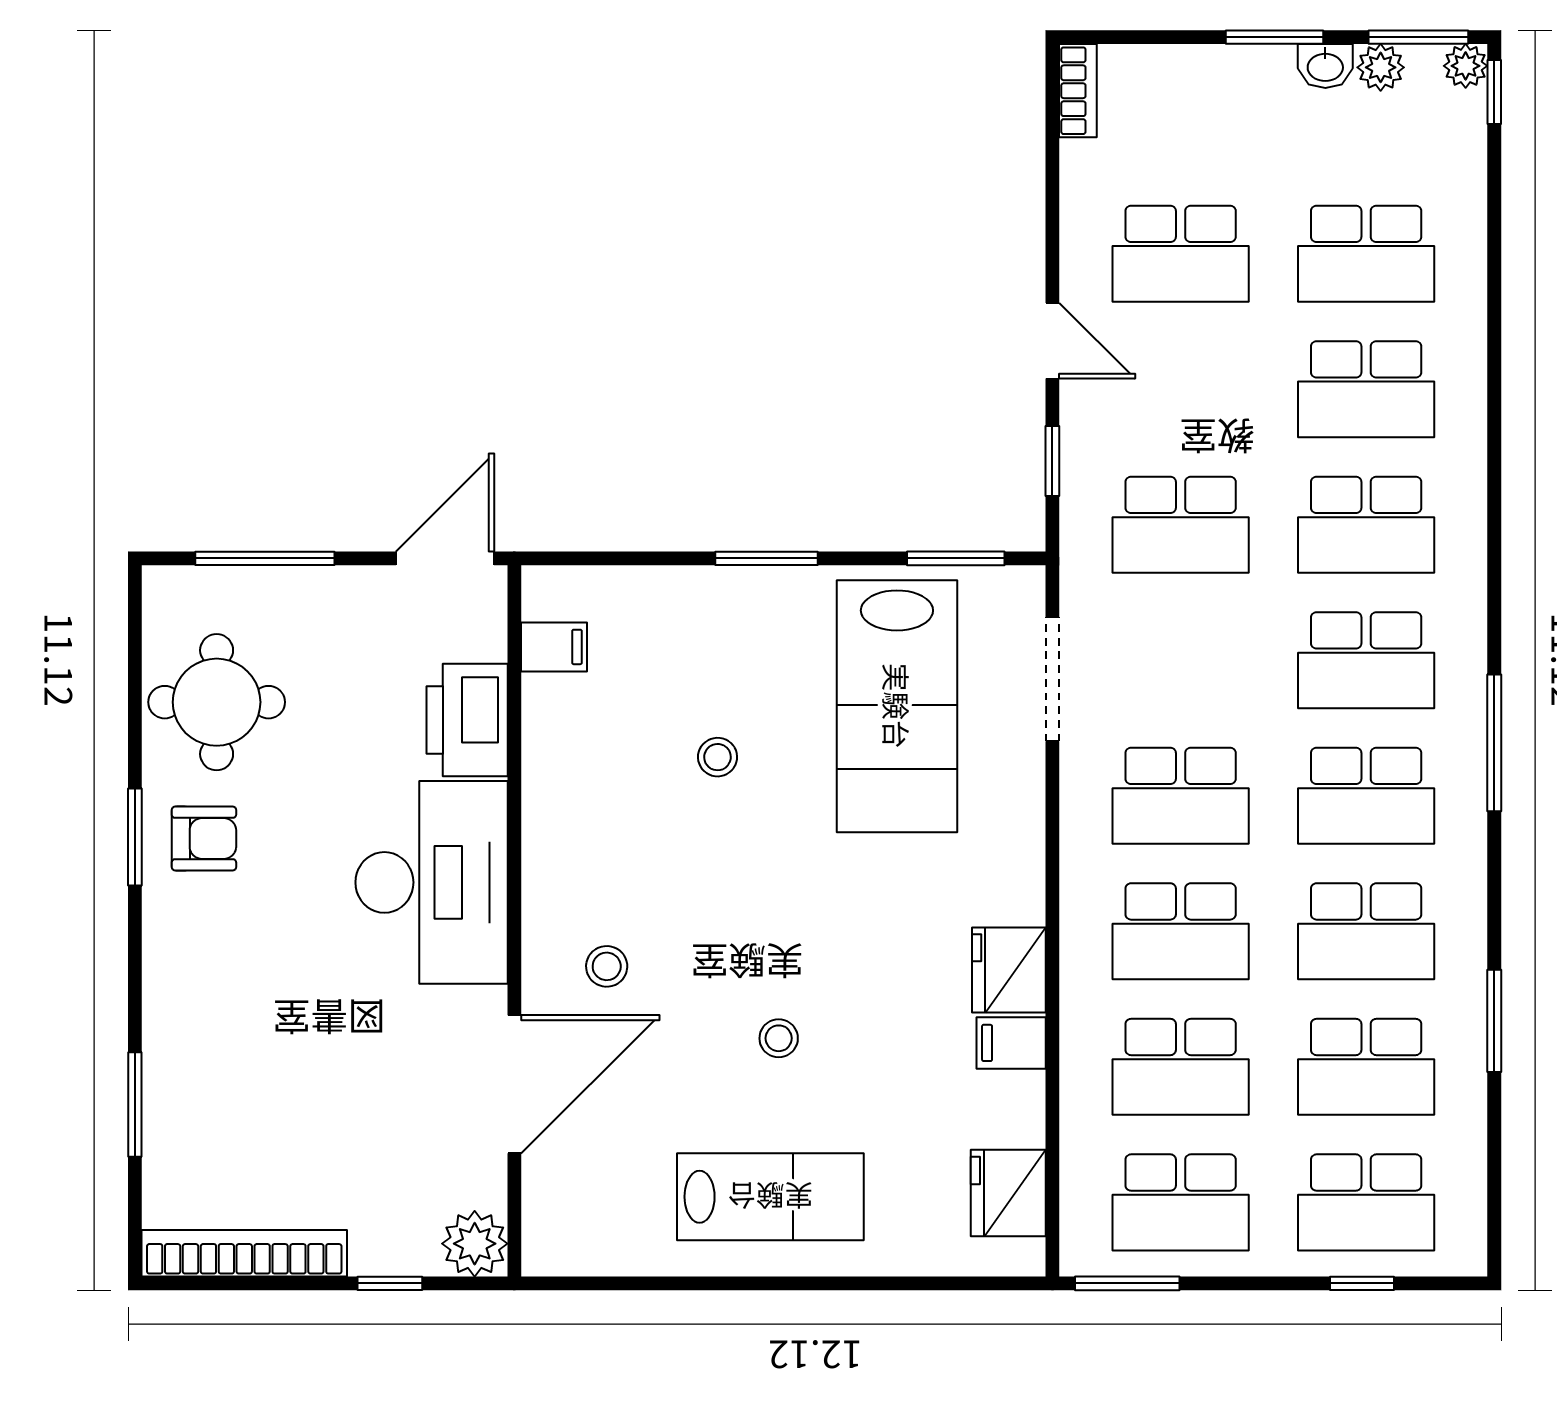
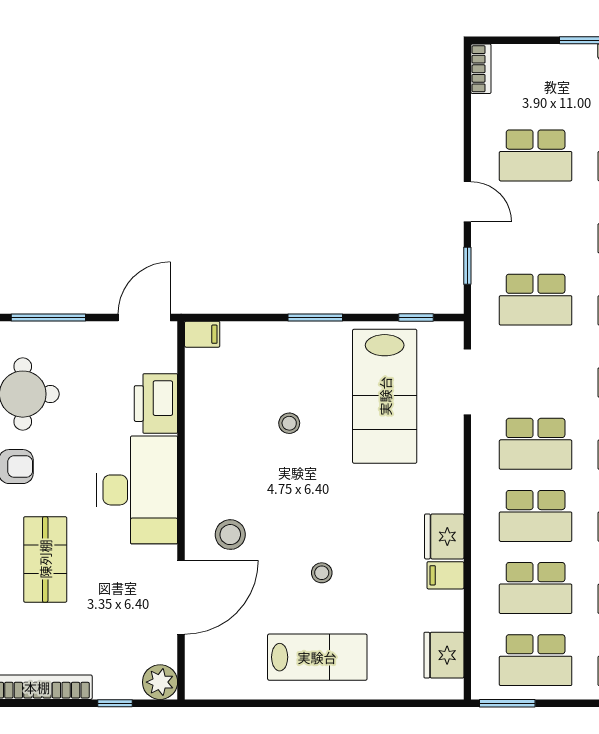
window: (956, 558) -> (416, 317), width x0.67
filing cabinet: (554, 647) -> (202, 334), moved
stool: (607, 966) -> (230, 535), width x1.37, depth x1.37
shop shelf: (259, 1013) -> (45, 559), added

